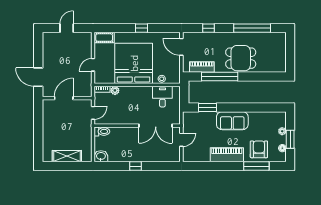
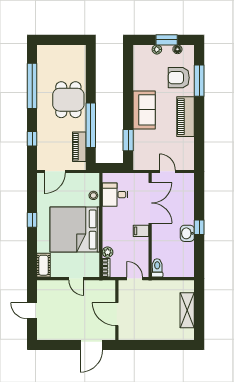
filing cabinet: (132, 118) -> (141, 231), added
washbasin: (101, 156) -> (187, 233), moved

